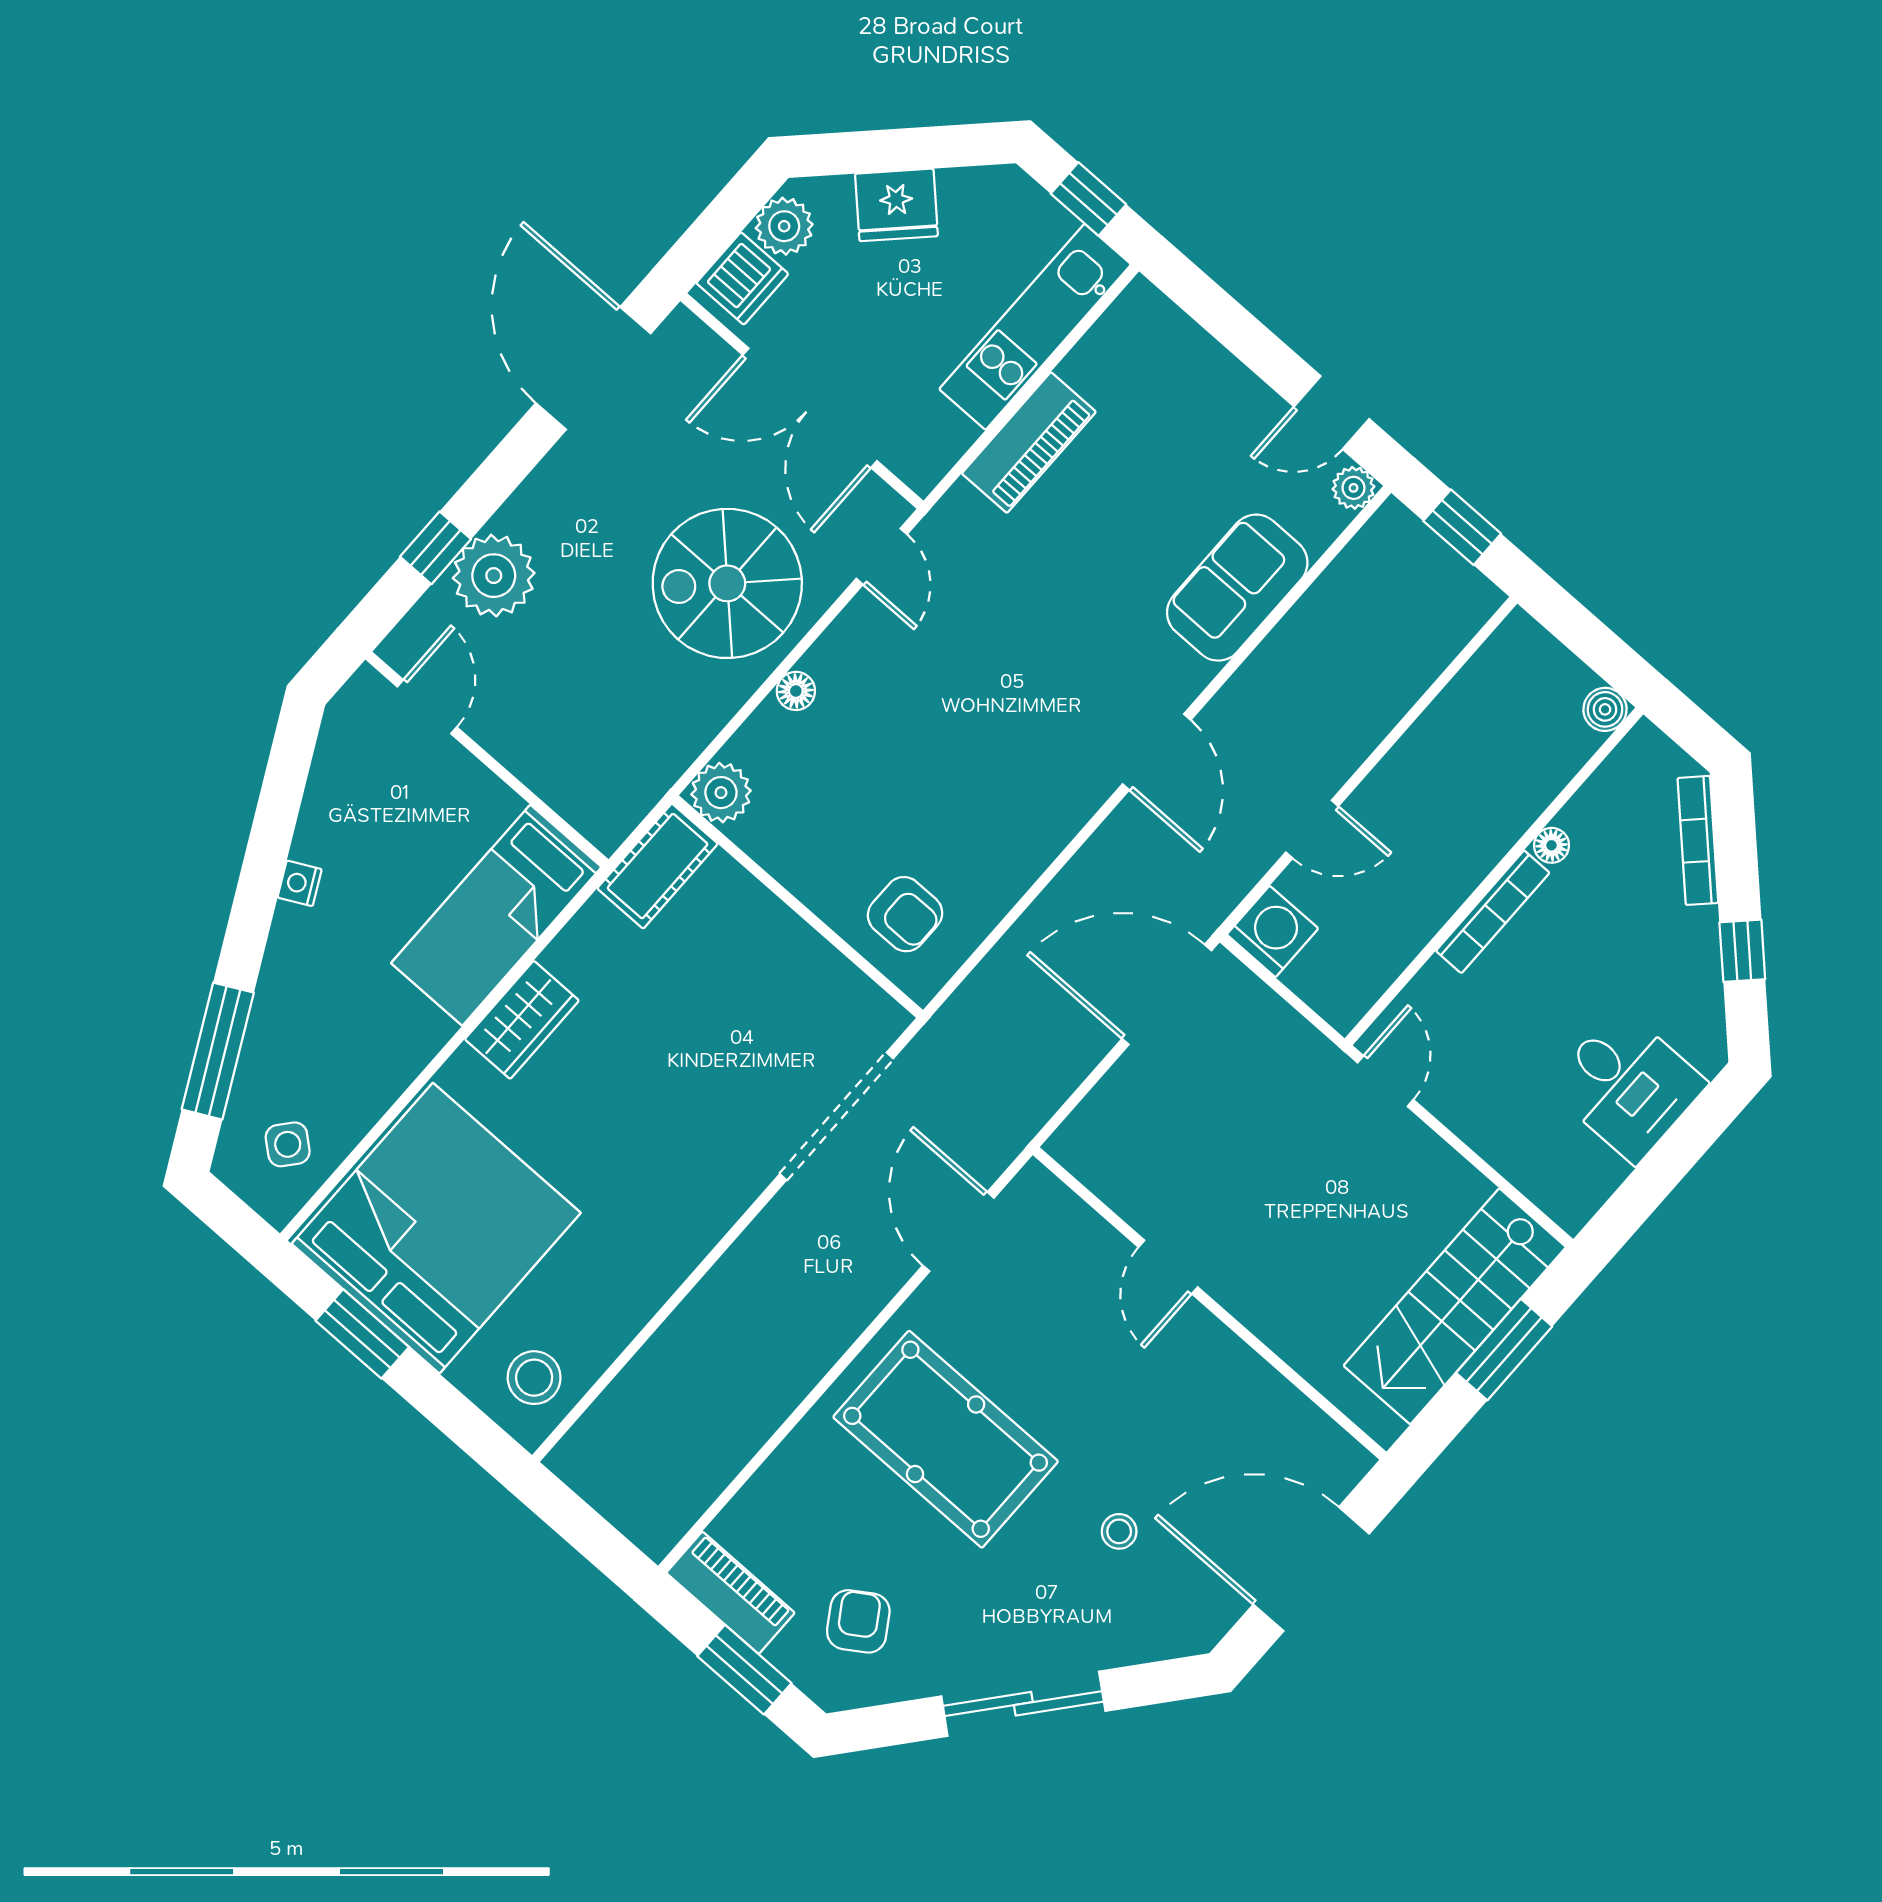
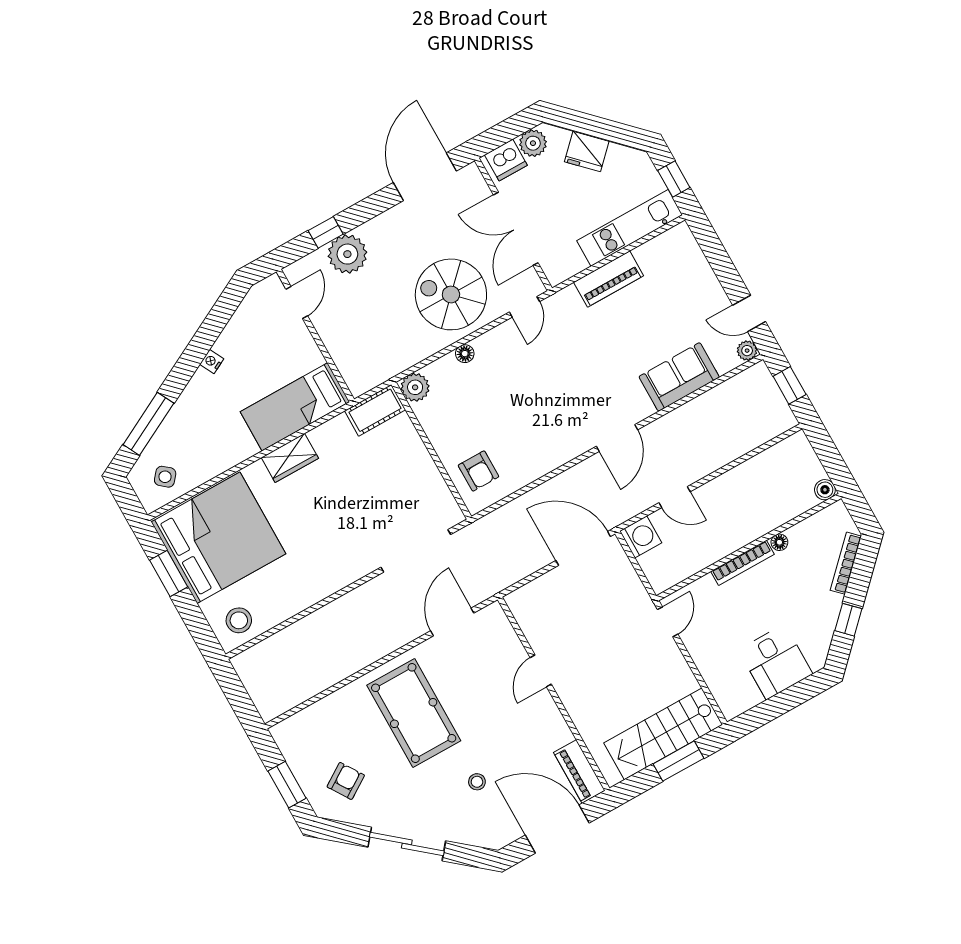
piano: (730, 1593) -> (579, 772), moved, turned 180

